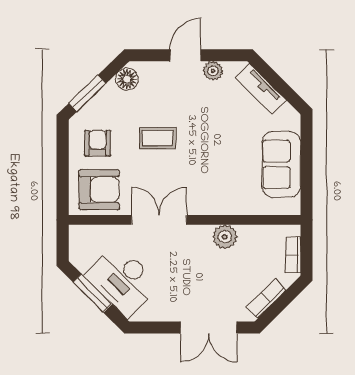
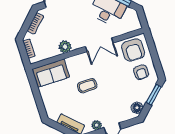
coffee table: (157, 138) -> (87, 86), moved
sofa: (281, 164) -> (51, 73), moved, turned 90
armchair: (99, 190) -> (133, 50), turned -90

